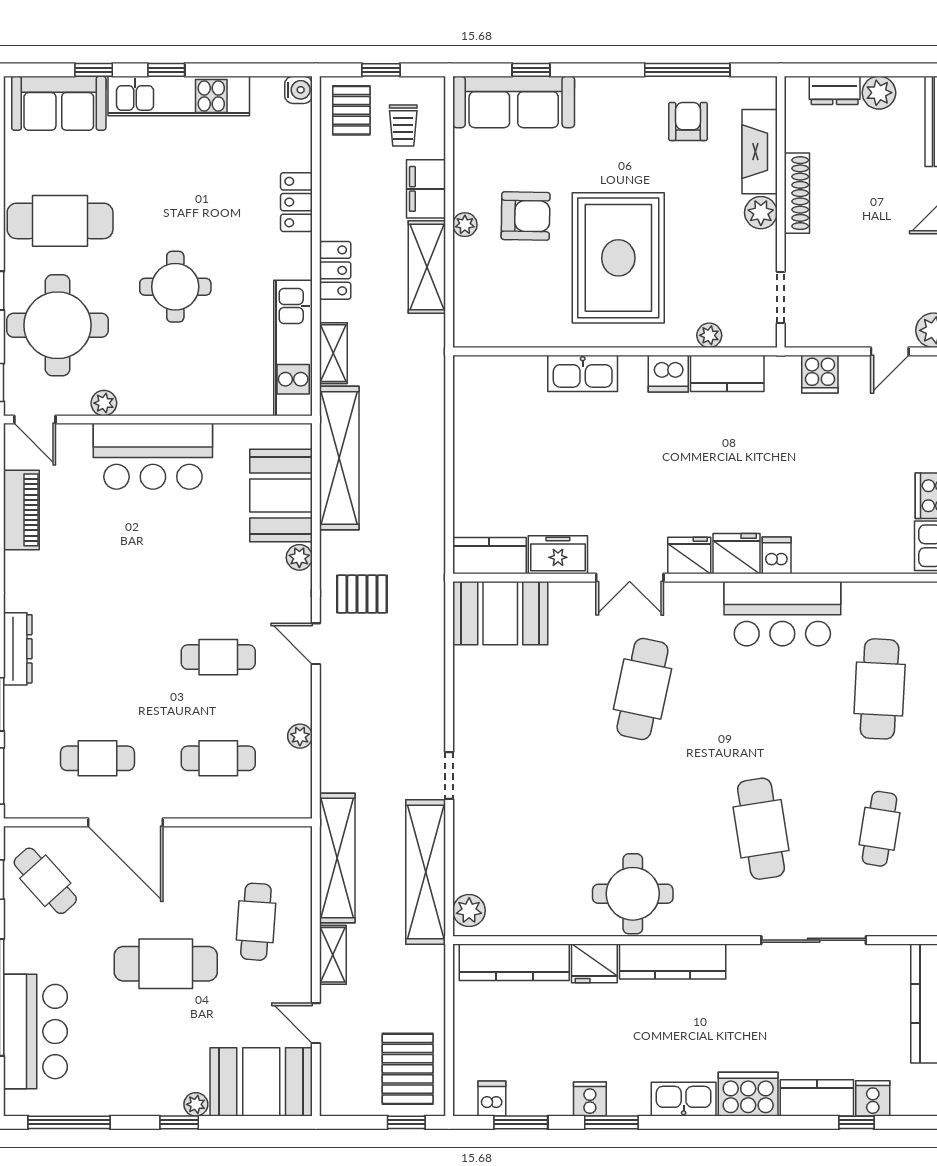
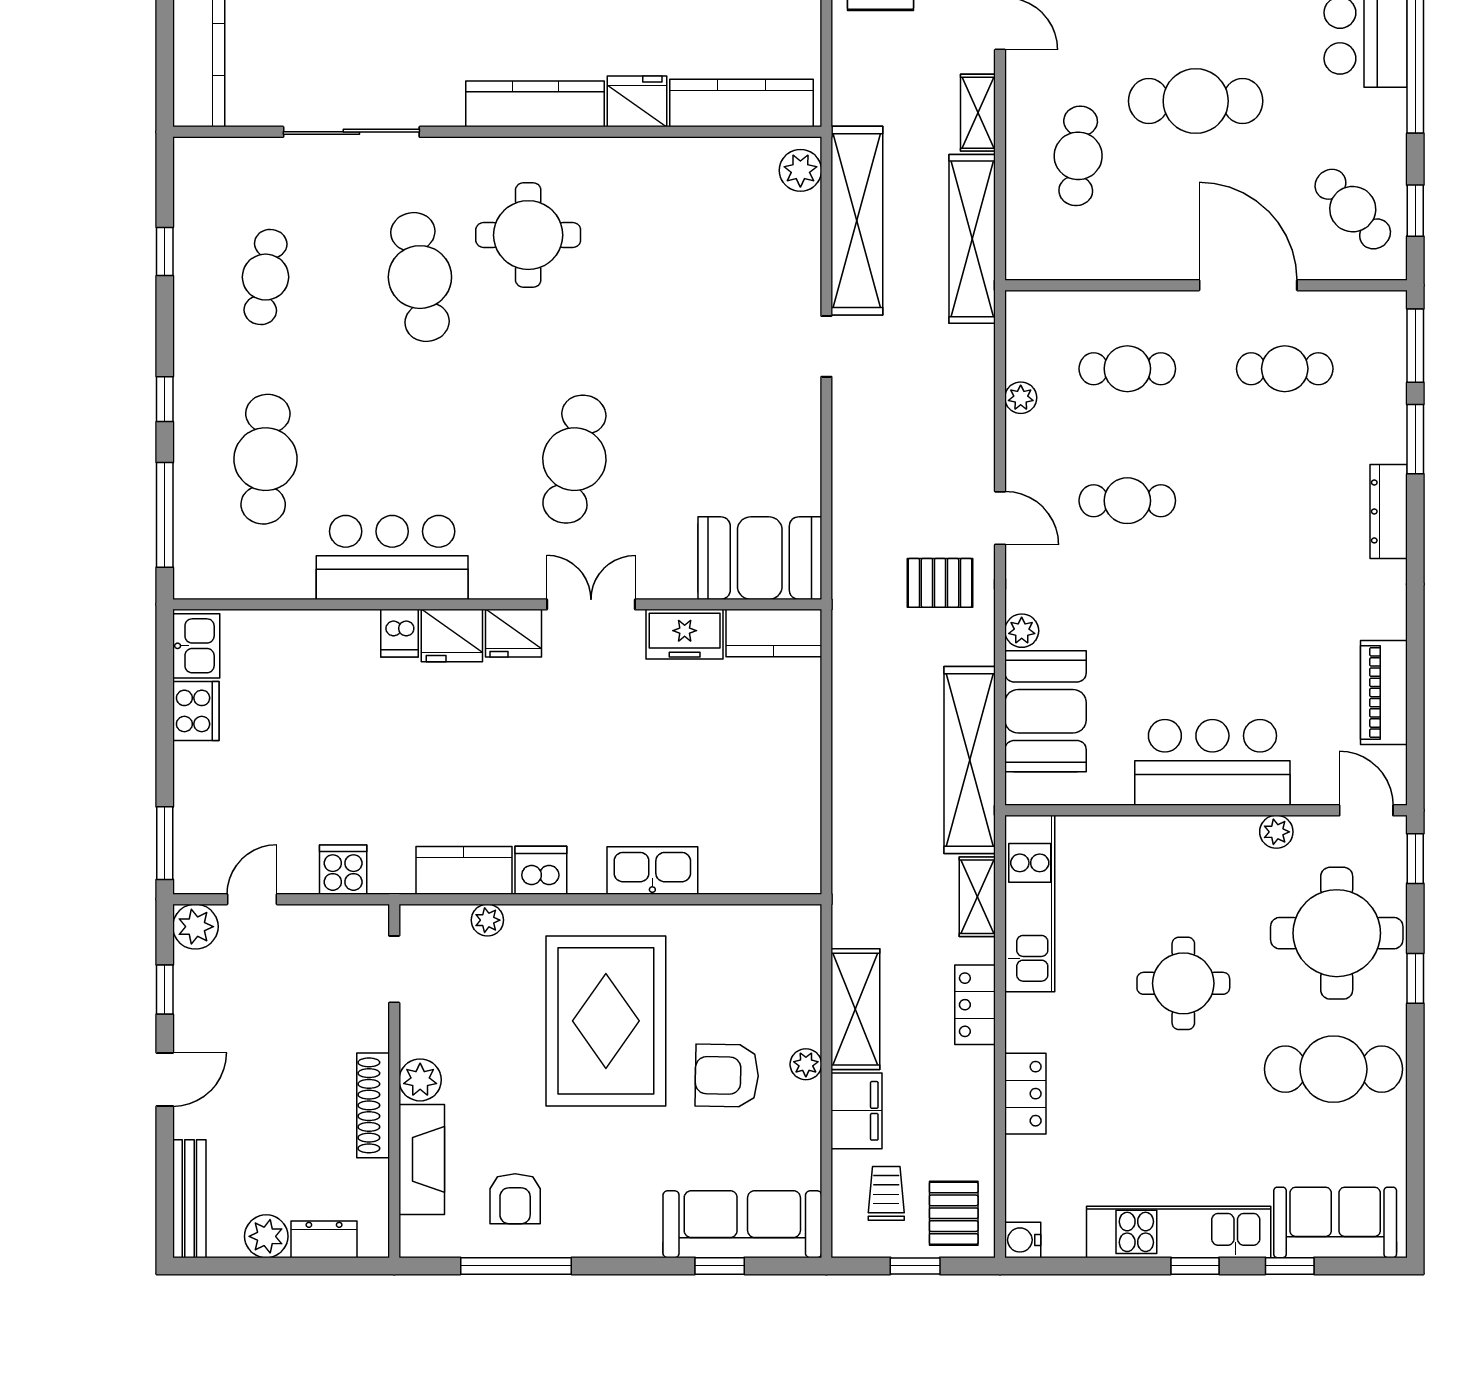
round table: (633, 894) -> (528, 235), moved

